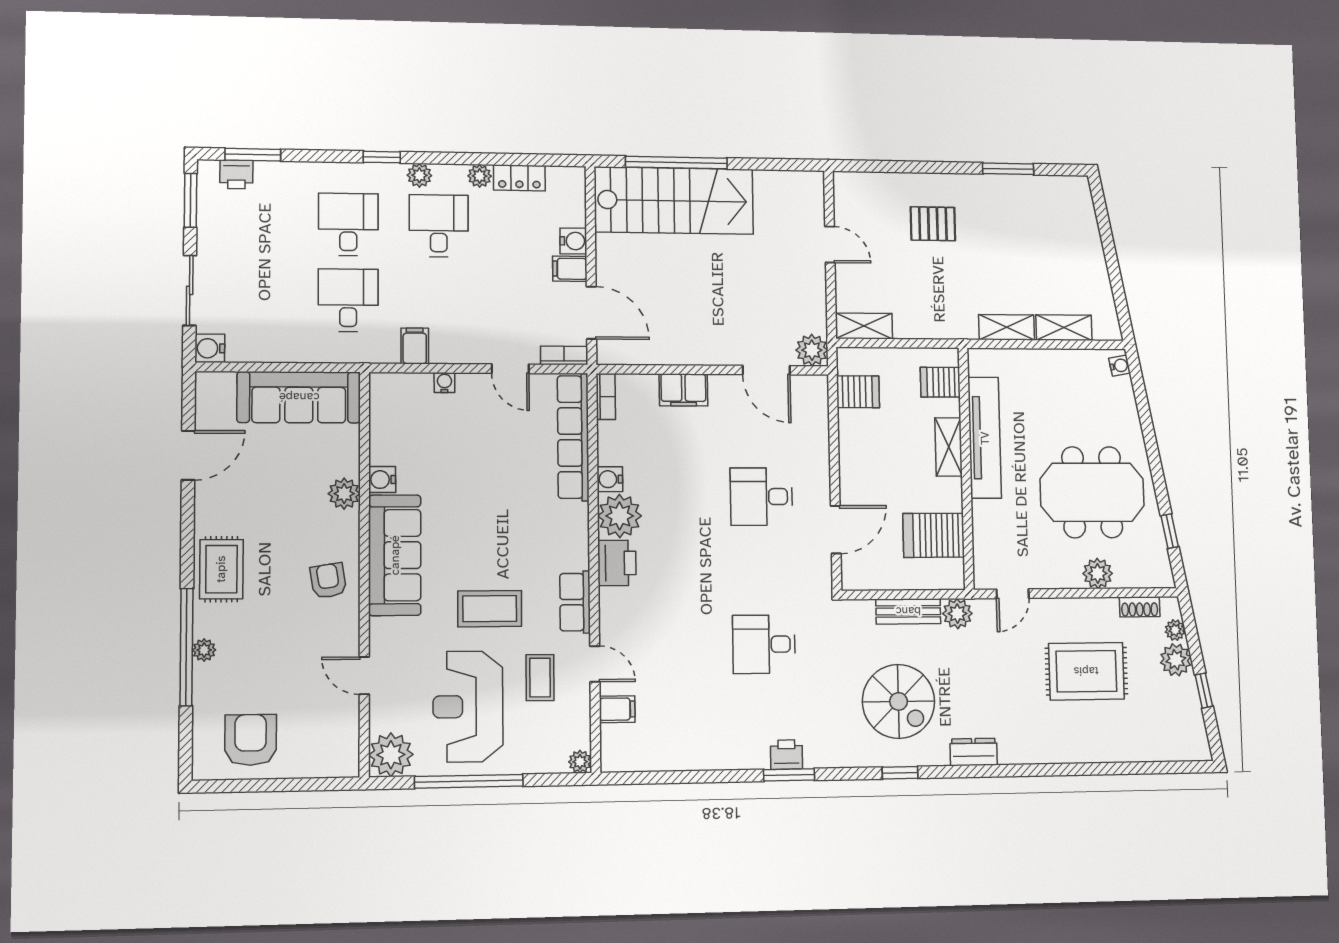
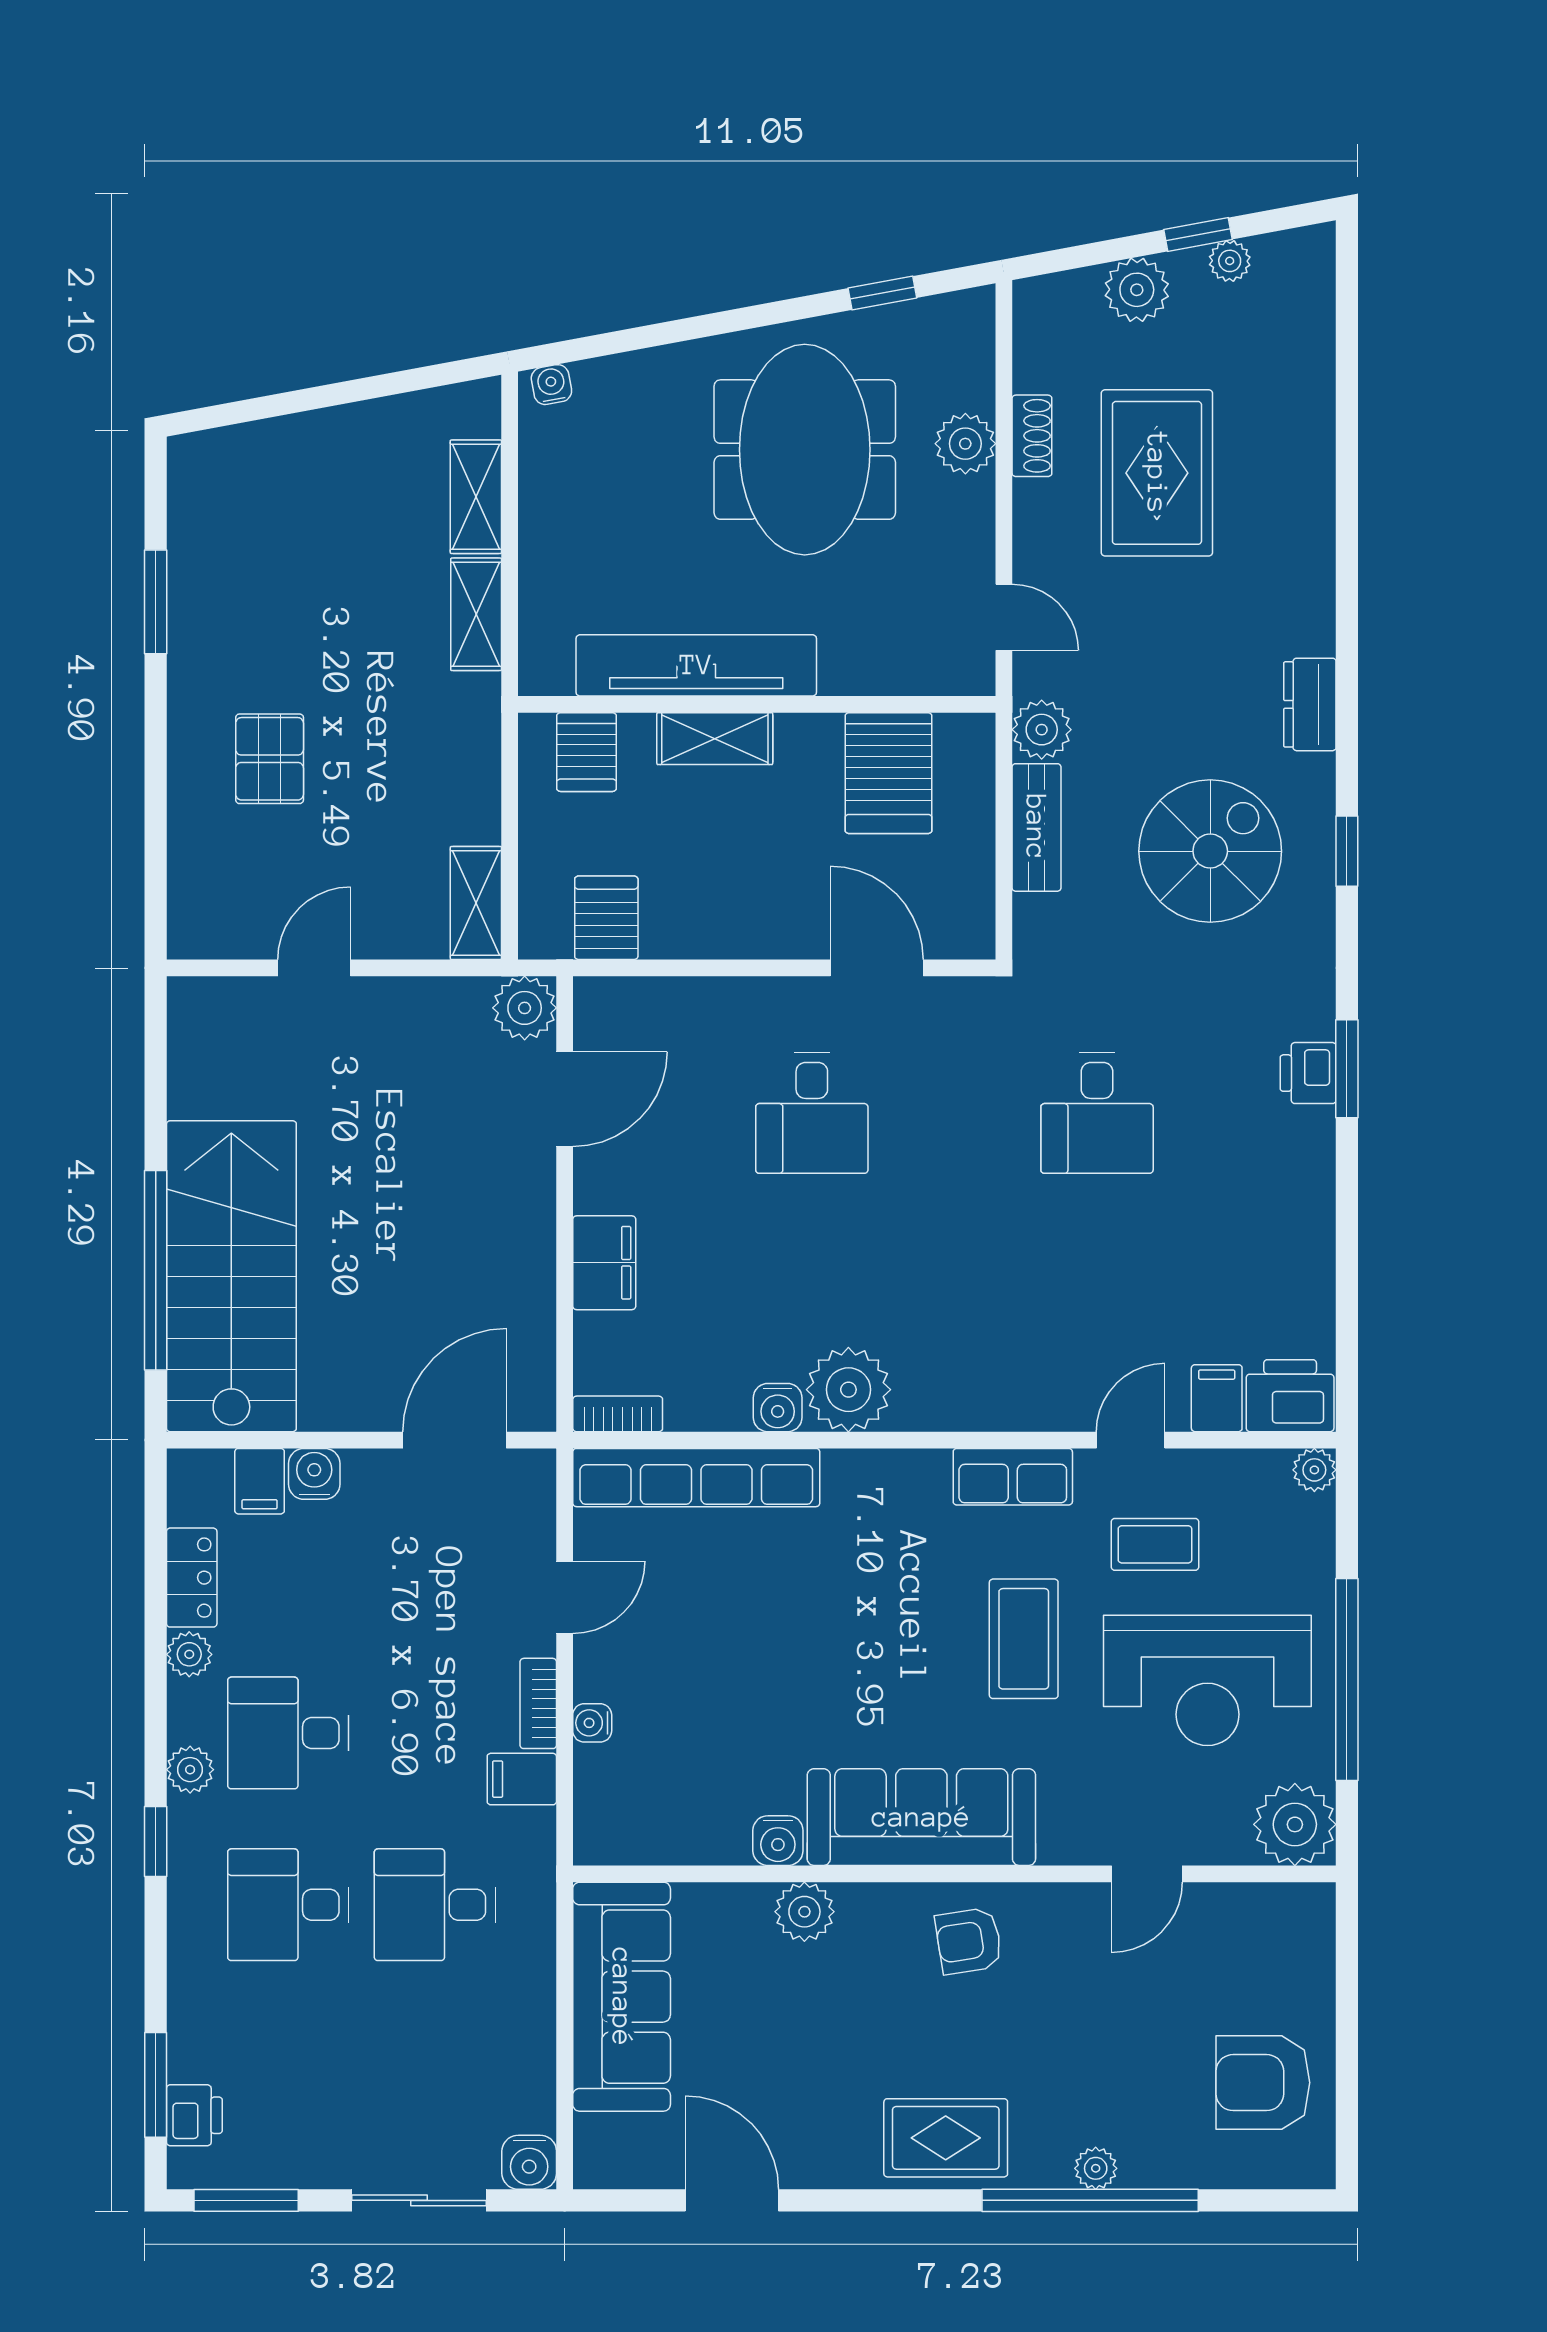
filing cabinet: (570, 269) -> (260, 1481), moved
bookcase: (564, 355) -> (538, 1703), moved
printer: (617, 563) -> (1290, 1396), moved
shoe rack: (1140, 607) -> (1032, 436), moved
plant: (1175, 630) -> (1230, 261), moved

